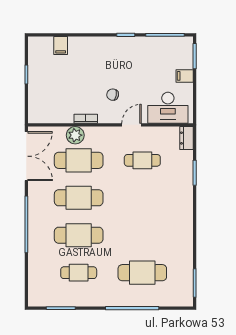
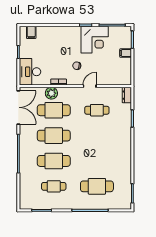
filing cabinet: (61, 45) -> (31, 32), moved
corner desk: (139, 56) -> (95, 40), added
desk: (168, 108) -> (30, 72), moved, turned 90

